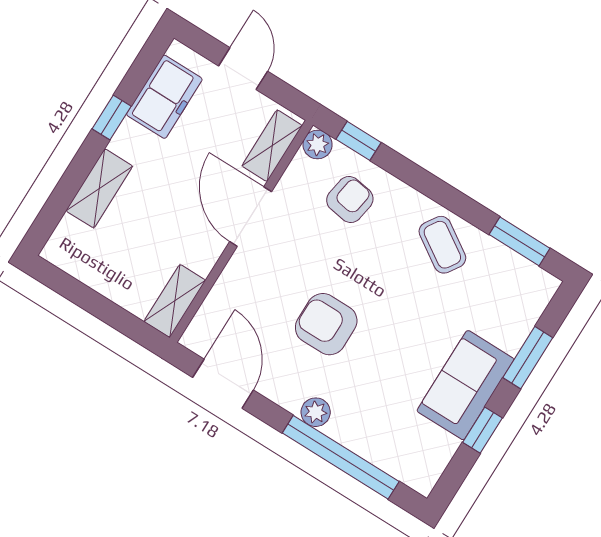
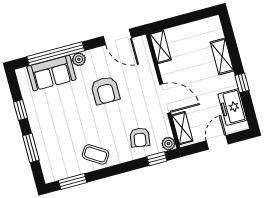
door: (243, 69) -> (217, 142), swing flipped
armchair: (326, 324) -> (105, 90), turned 90
sofa: (465, 385) -> (51, 73), moved, turned 90

